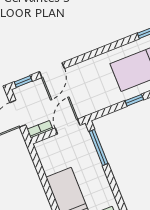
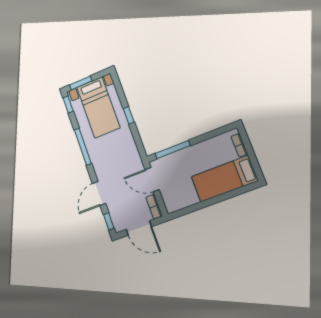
window: (101, 51) -> (83, 147), added
door: (52, 70) -> (99, 193), swing flipped

